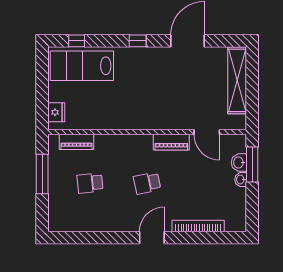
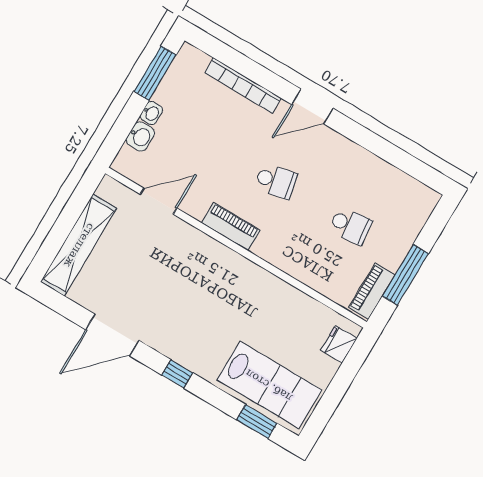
window: (77, 41) -> (257, 421), width x1.50
door: (207, 132) -> (158, 201), hinge flipped
piano: (76, 142) -> (372, 291), moved, turned -90
piano: (171, 142) -> (231, 227), moved
window: (252, 165) -> (155, 73), moved

